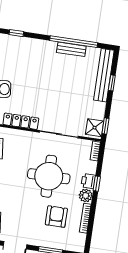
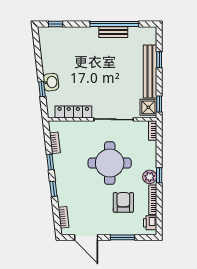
bench: (104, 75) -> (150, 71), moved
printer: (88, 181) -> (150, 223), moved
window: (97, 184) -> (159, 175), moved

